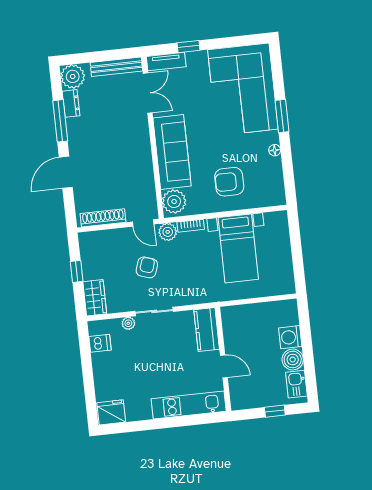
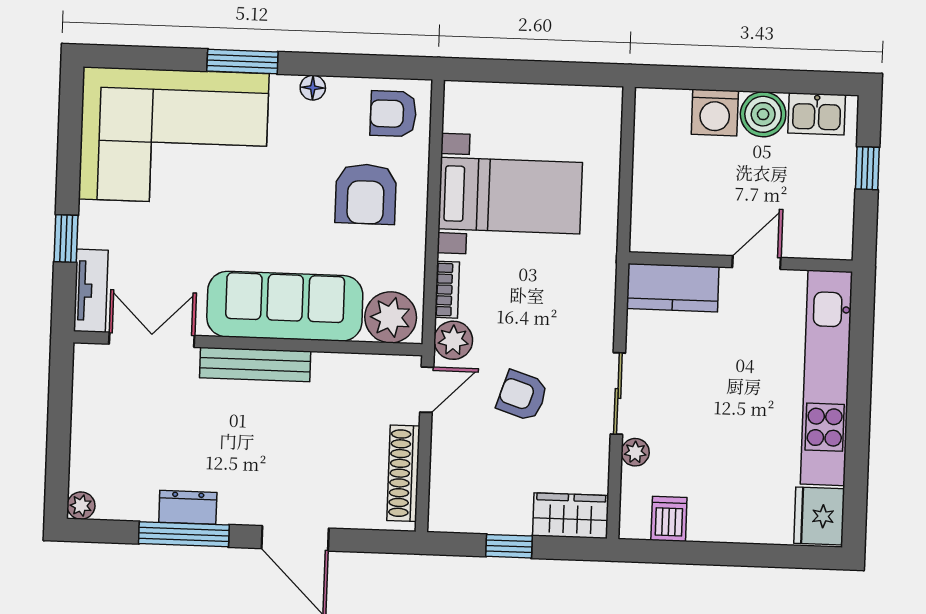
bench: (116, 67) -> (255, 365), moved, turned 90
plant: (73, 76) -> (81, 506), width x0.53, depth x0.53
dresser: (71, 103) -> (188, 507), moved
armchair: (268, 189) -> (393, 114), added
kitchen unit: (189, 405) -> (826, 378), width x1.36

